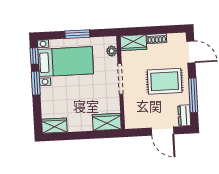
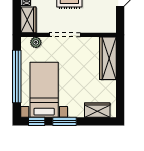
window: (77, 34) -> (17, 76), width x2.11
wardrobe: (107, 122) -> (108, 58), width x1.50
wardrobe: (54, 126) -> (97, 110), moved, turned 90

